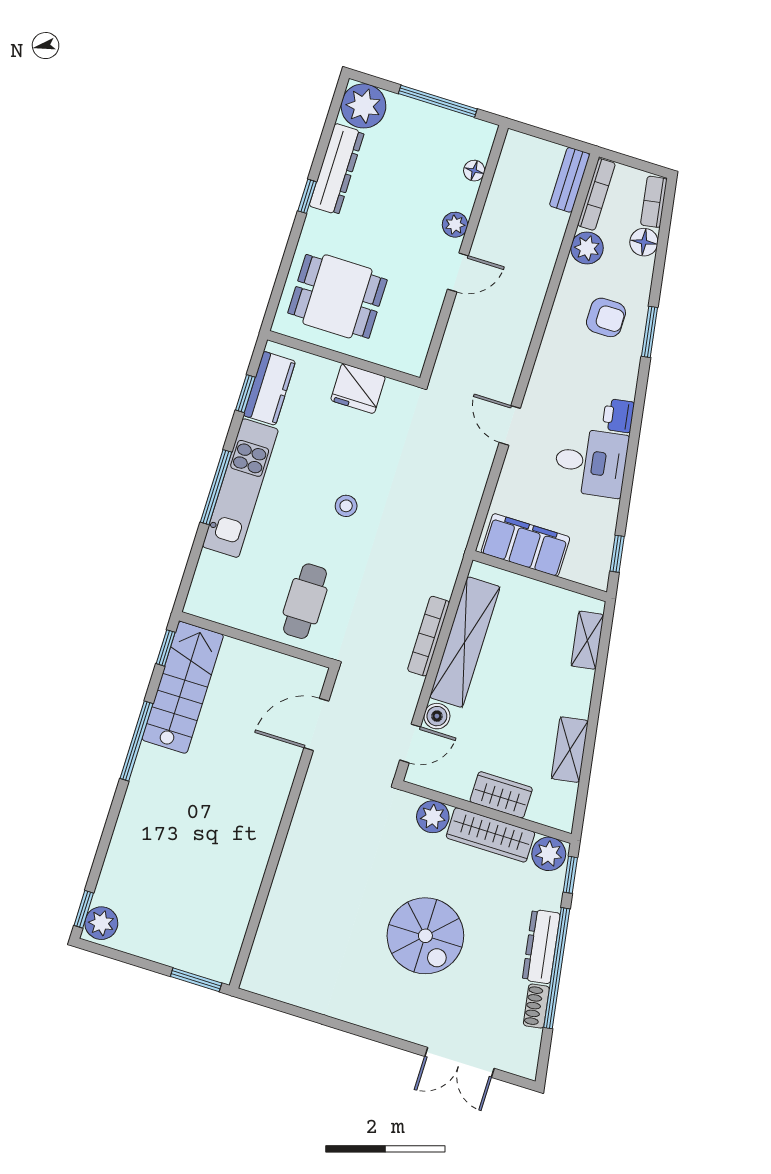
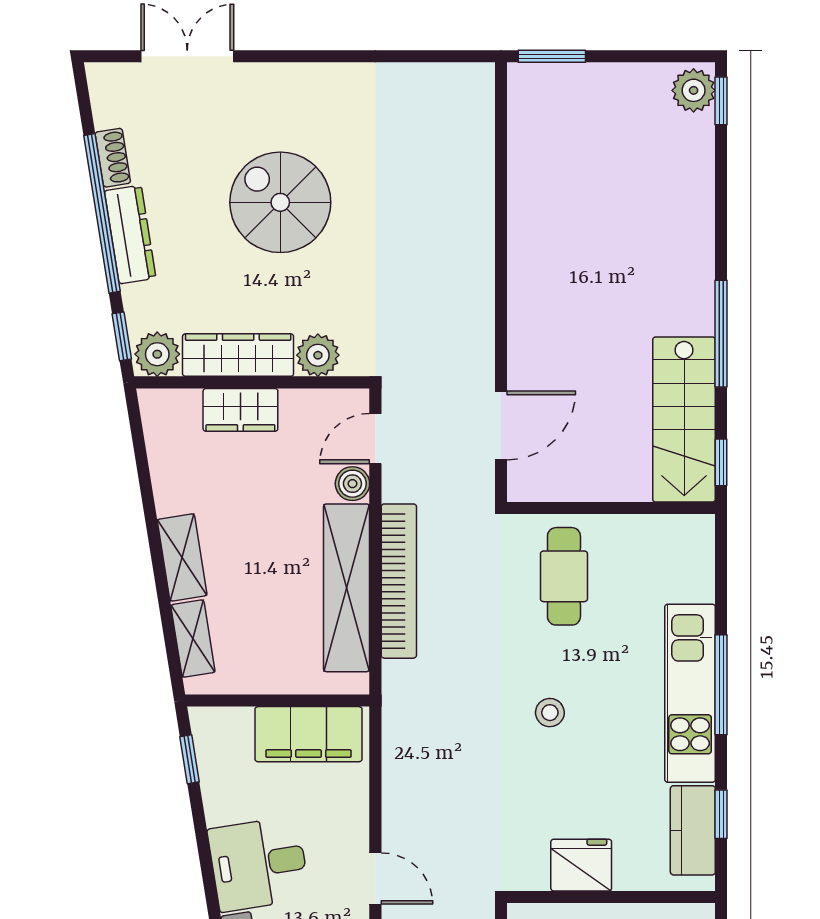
bookcase: (428, 636) -> (399, 581), width x1.48, depth x1.31
shelving: (570, 750) -> (182, 557), moved

